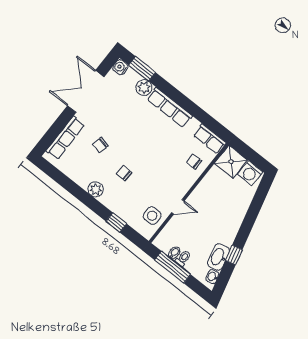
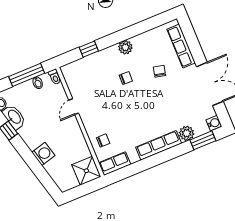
washing machine: (250, 173) -> (43, 154), moved, turned 76
side table: (152, 216) -> (78, 82), removed
toilet: (183, 258) -> (55, 77), moved

